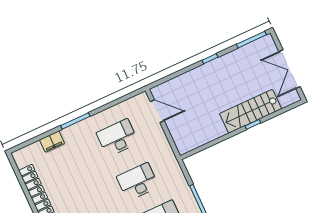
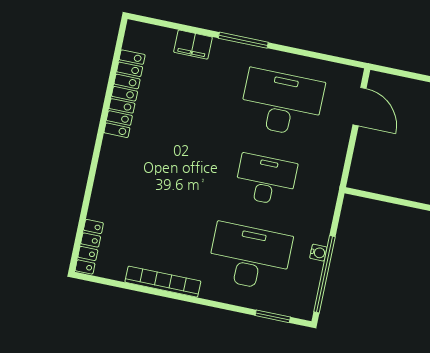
desk: (117, 138) -> (282, 103), width x1.36, depth x1.30
water cooler: (190, 198) -> (318, 253), added

